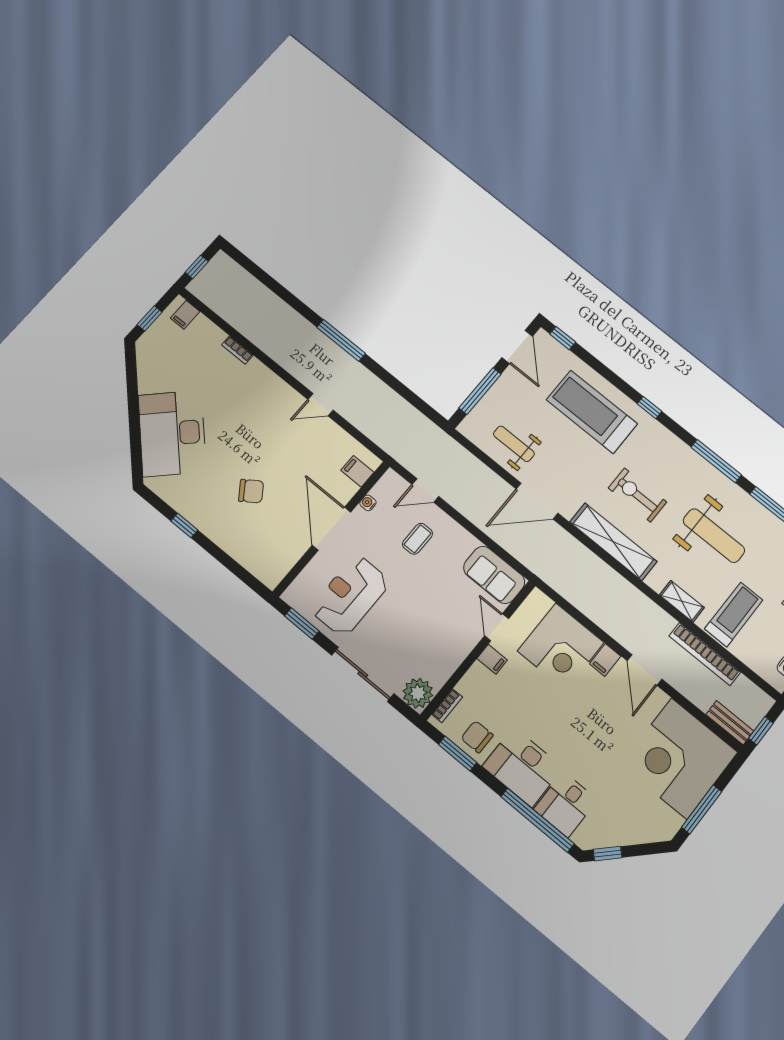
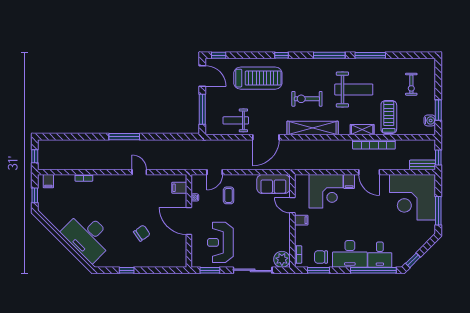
door: (321, 405) -> (139, 172), swing flipped
treadmill: (592, 412) -> (258, 78), turned 180
bookcase: (705, 654) -> (374, 144), moved

